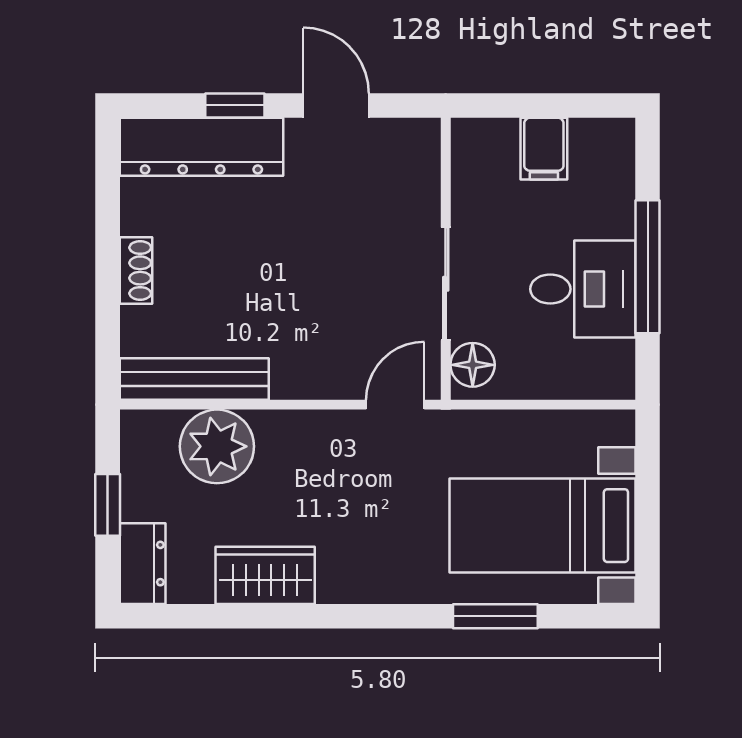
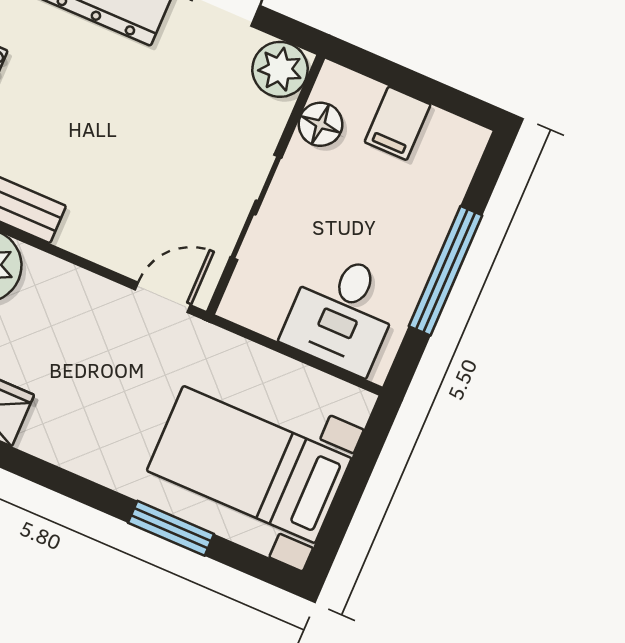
plant: (413, 146) -> (280, 69), added
desk: (583, 289) -> (342, 313), moved, turned 90
floor lamp: (473, 365) -> (320, 124), moved

